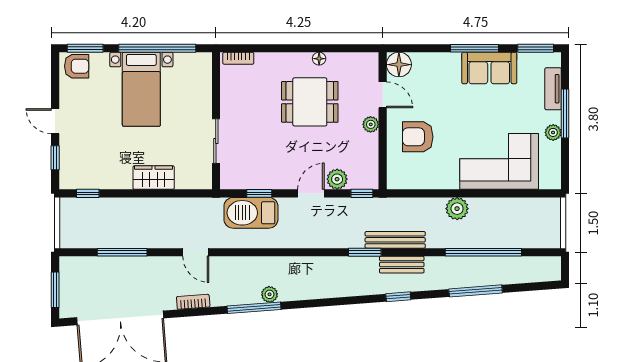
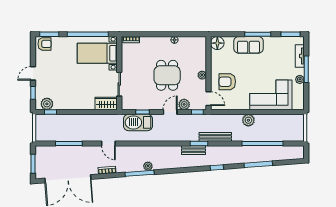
sofa: (489, 68) -> (249, 45), moved
bed with nightstands: (141, 89) -> (97, 53), moved, turned 90
door: (383, 95) -> (209, 99), moved
dining table: (310, 102) -> (167, 75), moved, turned 90
door: (55, 121) -> (33, 73), hinge flipped
plant: (81, 178) -> (47, 104), added
wardrobe: (154, 178) -> (106, 104), moved
bench: (402, 265) -> (193, 150), moved

